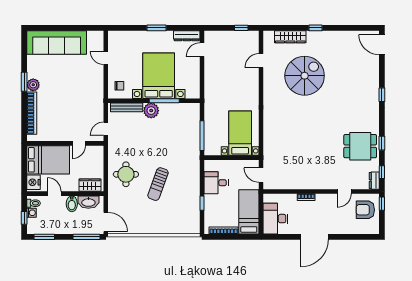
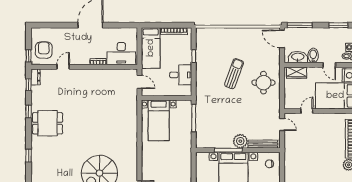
door: (106, 129) -> (282, 124), hinge flipped
dining table: (360, 146) -> (48, 123), moved
armchair: (365, 210) -> (44, 50), turned -90
desk: (275, 219) -> (121, 54), moved, turned 90

